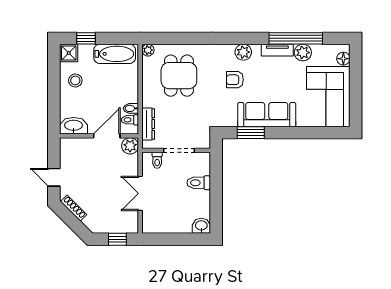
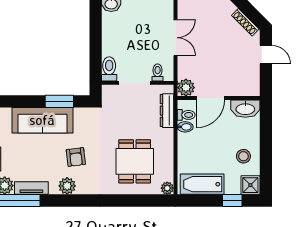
armchair: (235, 80) -> (76, 157), turned 83
toilet: (199, 183) -> (109, 69), moved, turned -90

